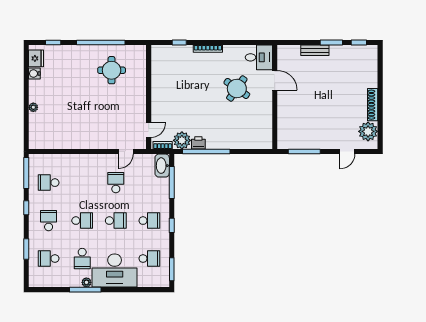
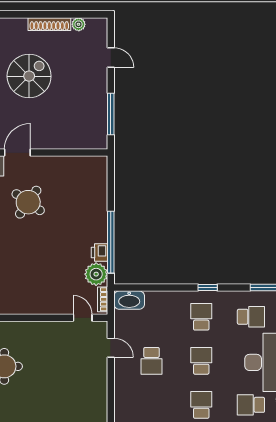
spiral stairs: (333, 89) -> (29, 76), added
plant: (368, 131) -> (79, 24), width x0.53, depth x0.53
window: (172, 182) -> (151, 288), removed
school desk: (116, 183) -> (152, 361), turned -90
school desk: (82, 259) -> (251, 405), turned 180
school desk: (149, 259) -> (251, 317), turned 90

